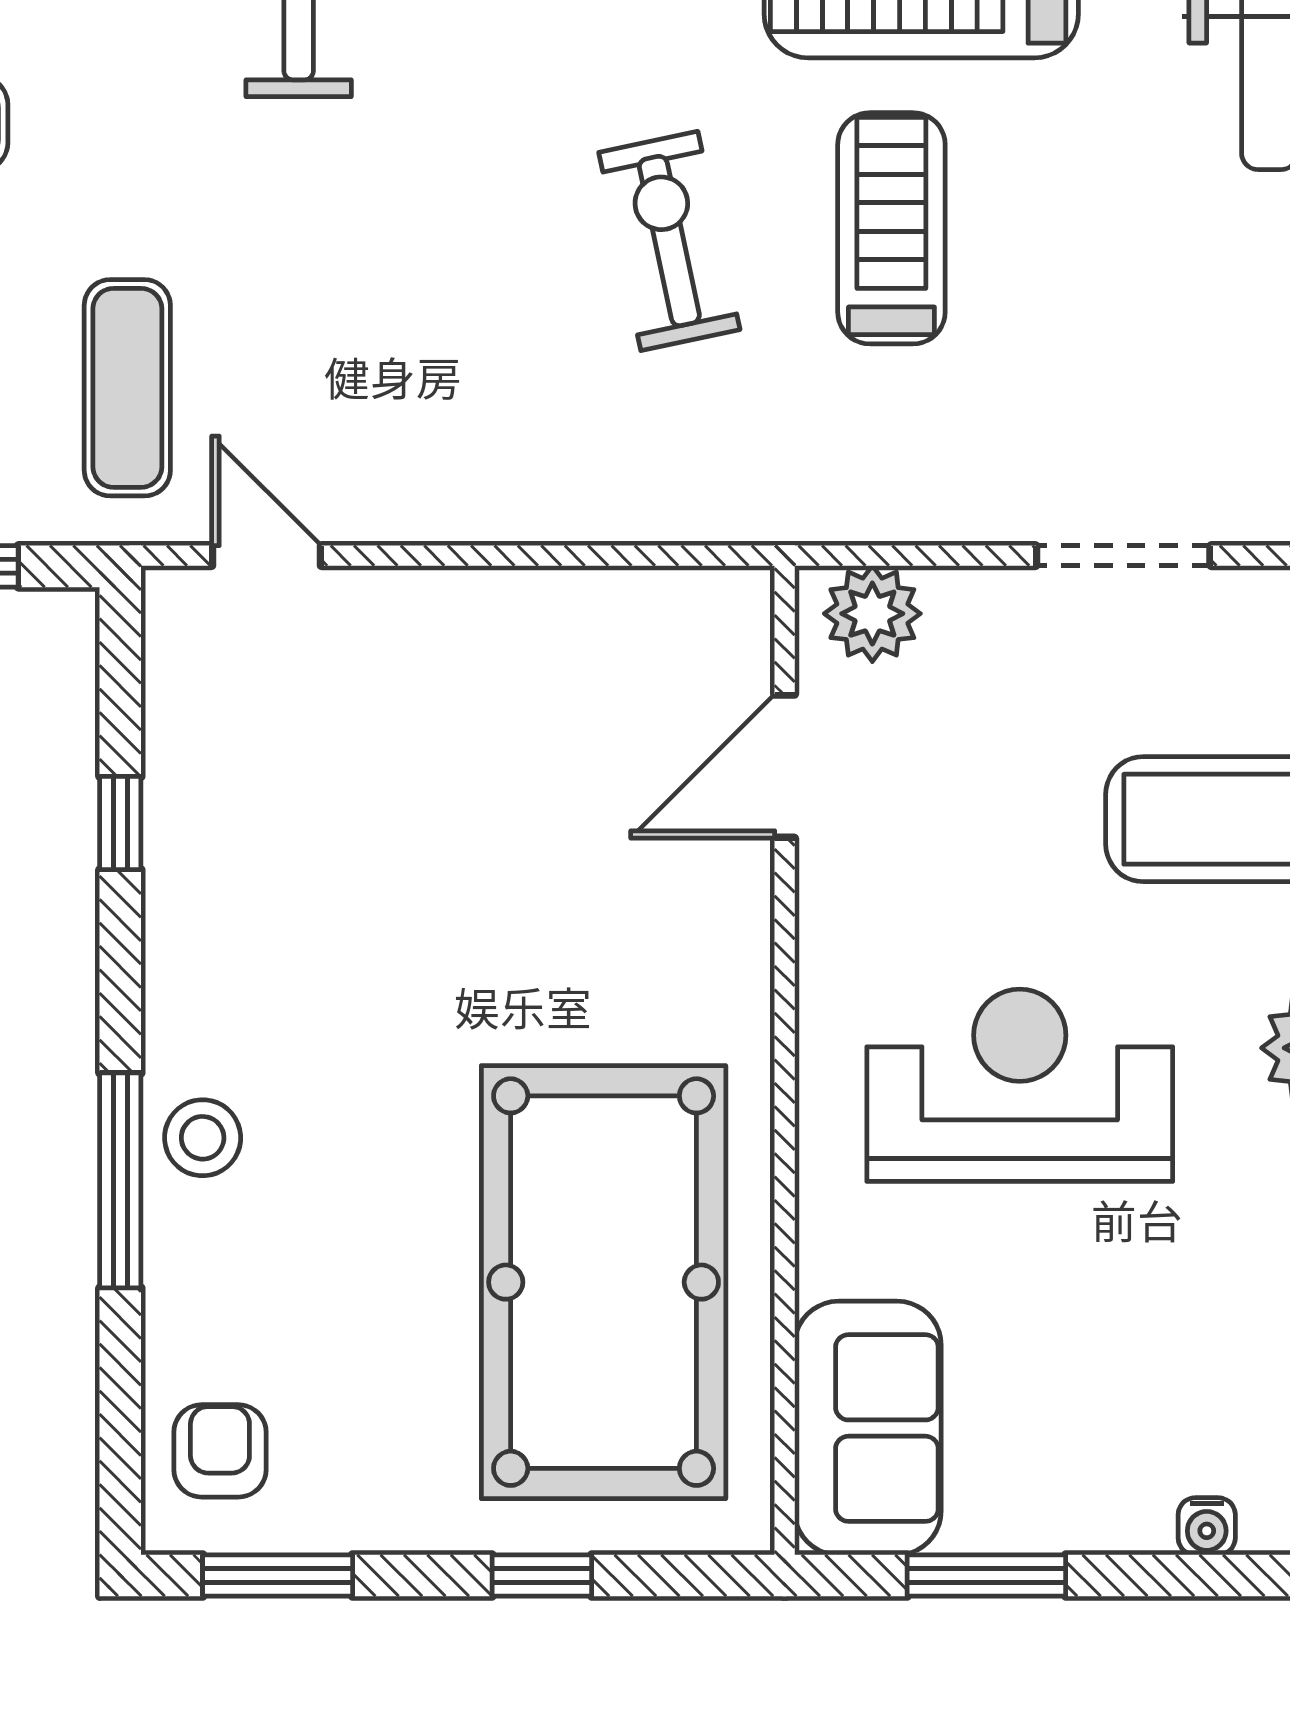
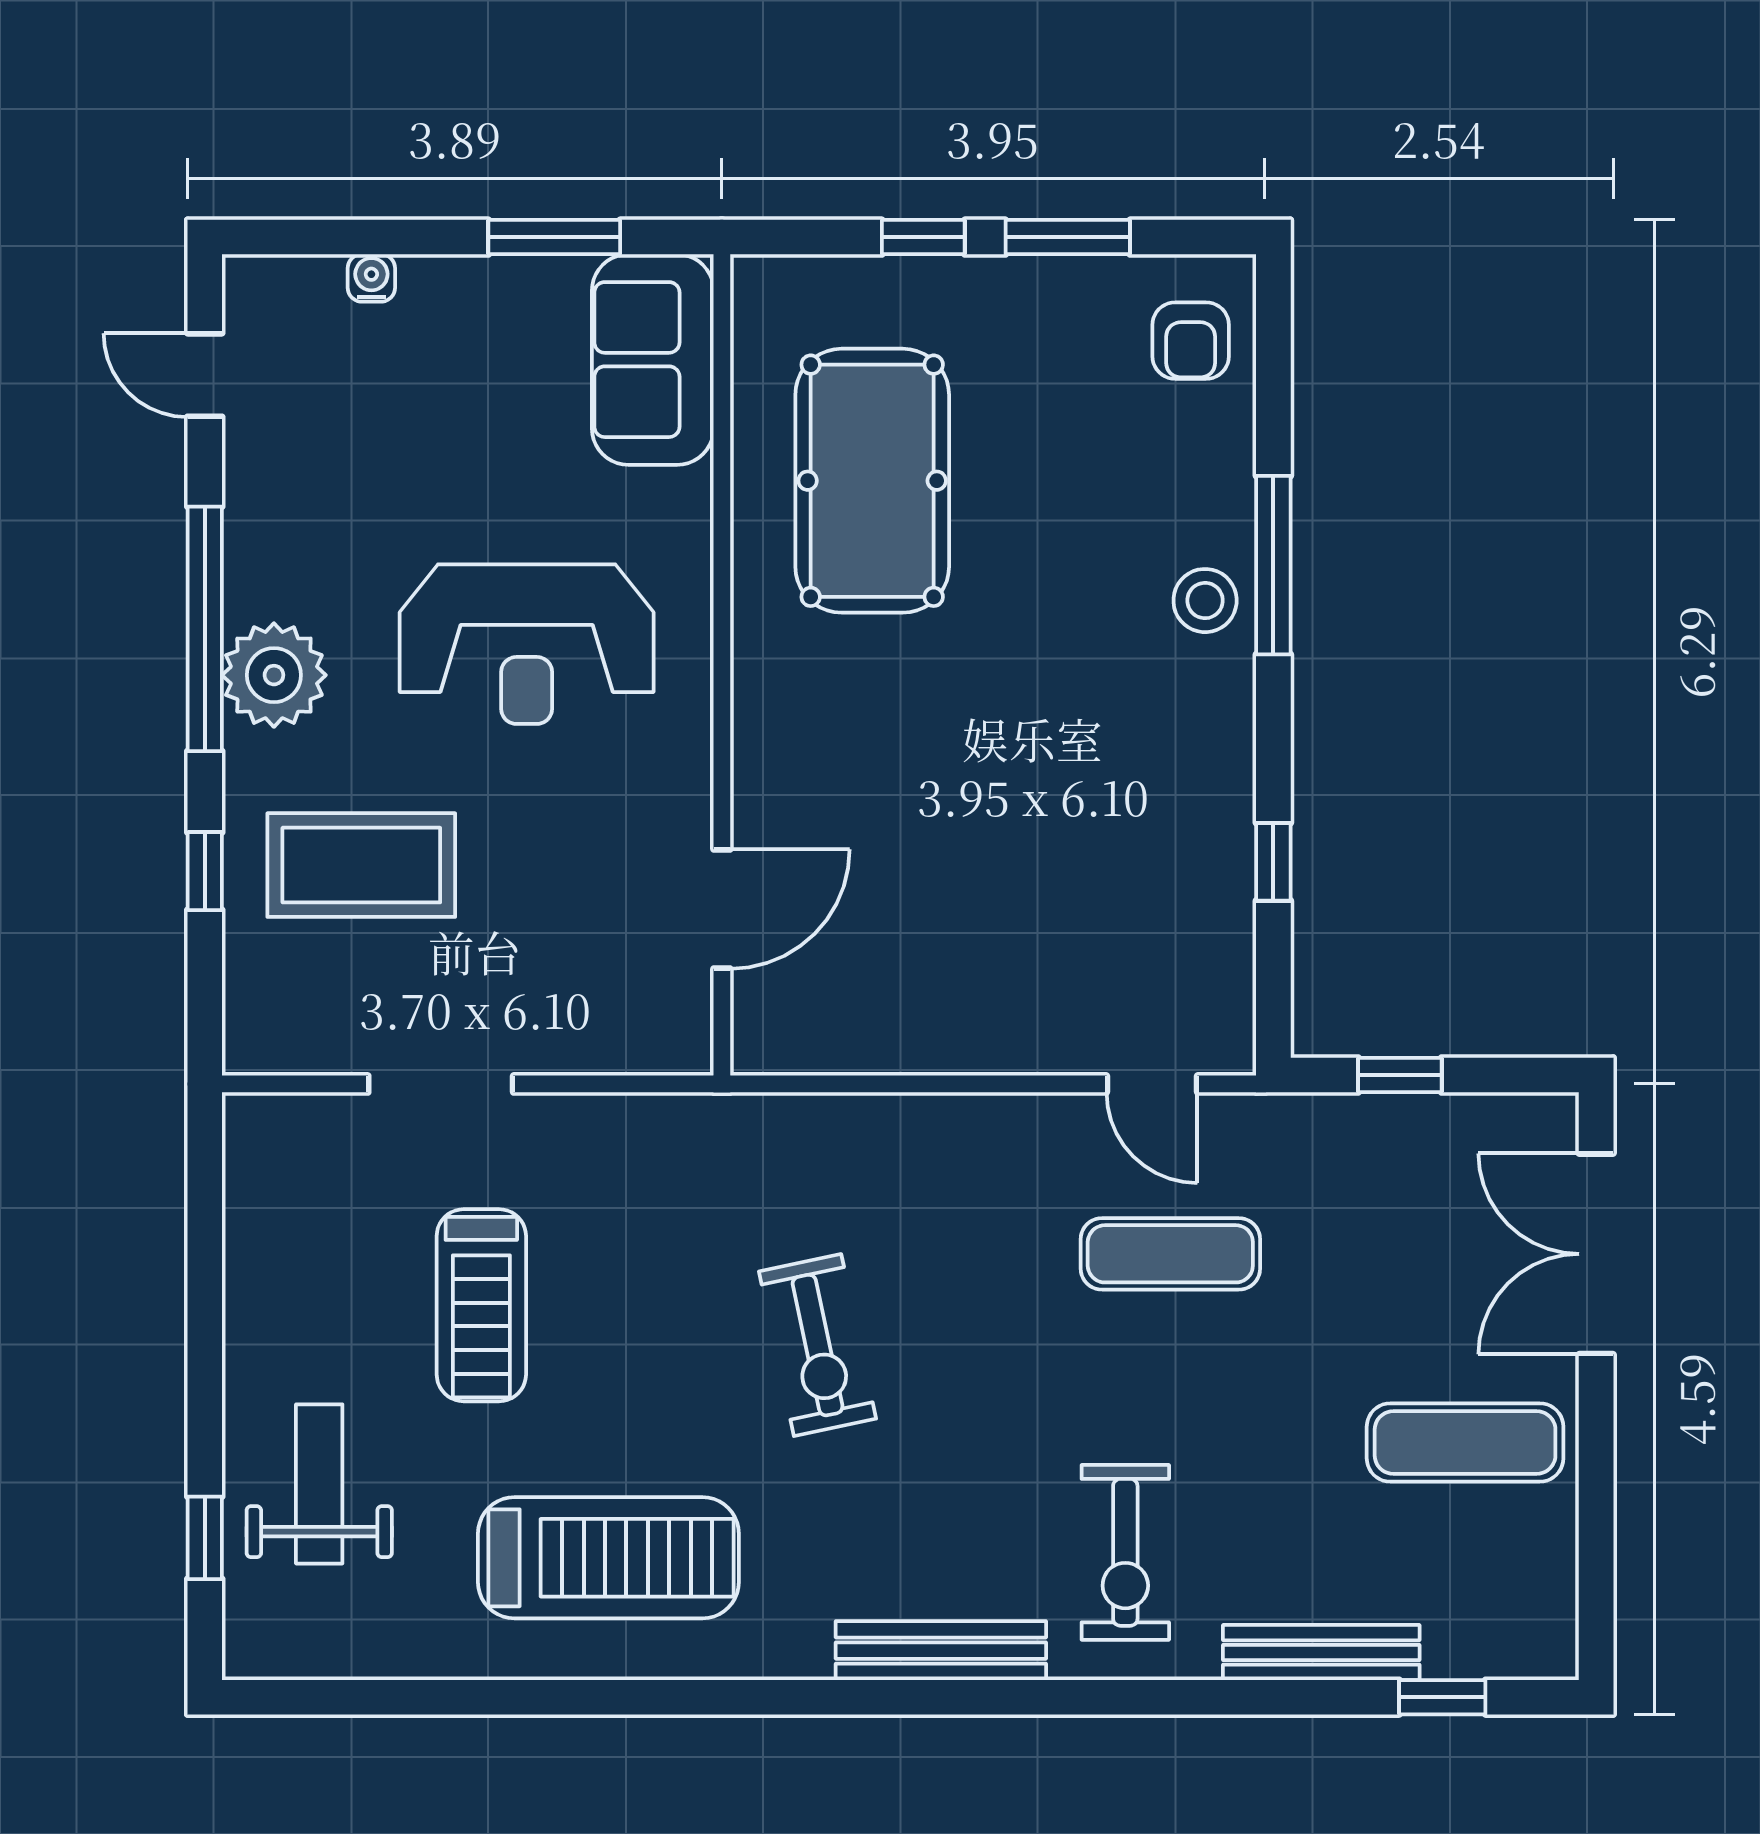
treadmill: (891, 228) -> (481, 1305), moved
exercise mat: (127, 388) -> (1170, 1254), moved, turned 90
plant: (872, 614) -> (649, 1036), removed
pool table: (604, 1282) -> (872, 481), width x0.73, depth x0.76
window: (278, 1576) -> (1068, 237), moved

